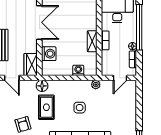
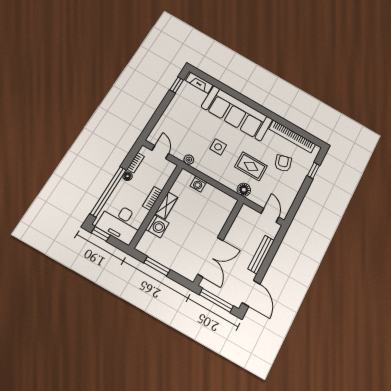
double door: (39, 22) -> (210, 257), swing flipped
washing machine: (49, 54) -> (157, 226), moved, turned 180
wardrobe: (31, 64) -> (244, 218), removed
door: (120, 78) -> (160, 152), hinge flipped
rug: (46, 107) -> (251, 166), turned 90

